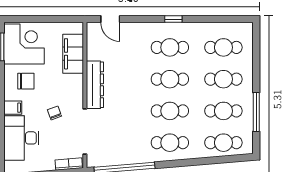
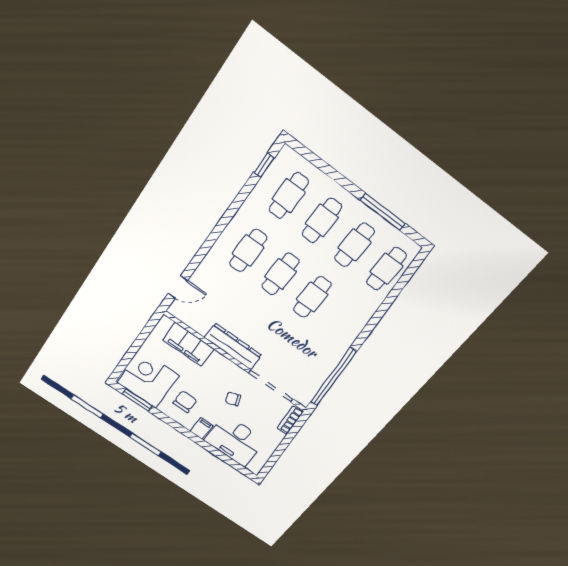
window: (173, 19) -> (264, 165), moved
cafe table: (170, 143) -> (344, 320), removed

